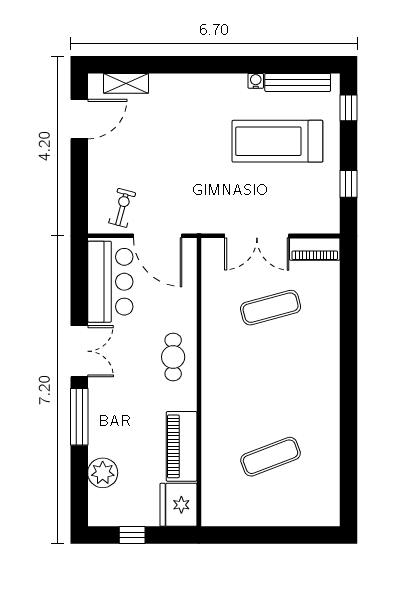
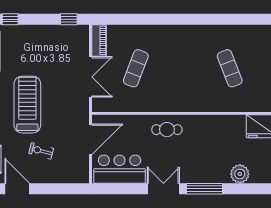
treadmill: (277, 141) -> (27, 105), moved, turned 180
window: (349, 184) -> (69, 19), moved
exercise bike: (122, 208) -> (41, 151), moved
exercise mat: (271, 308) -> (136, 68), turned 36
piano: (182, 446) -> (223, 124), removed

